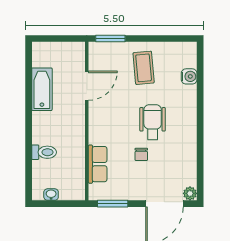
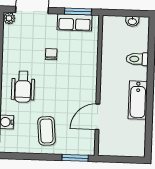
bathtub: (42, 89) -> (138, 100), moved
wheelchair: (153, 122) -> (23, 87), moved
row of seats: (98, 164) -> (75, 22), moved, turned -90

